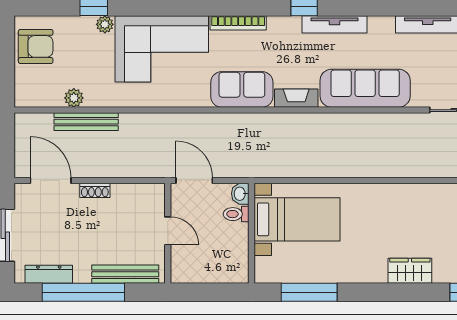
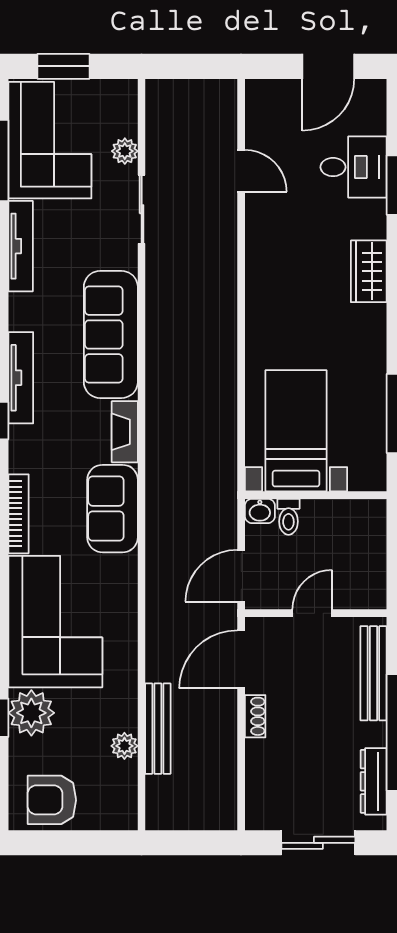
plant: (105, 24) -> (31, 713), width x1.87, depth x1.87
armchair: (36, 46) -> (52, 800), turned -90
door: (51, 180) -> (241, 659), moved

